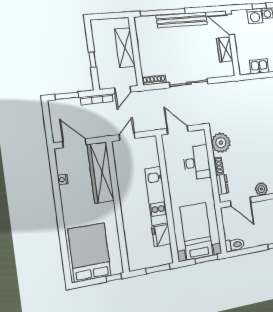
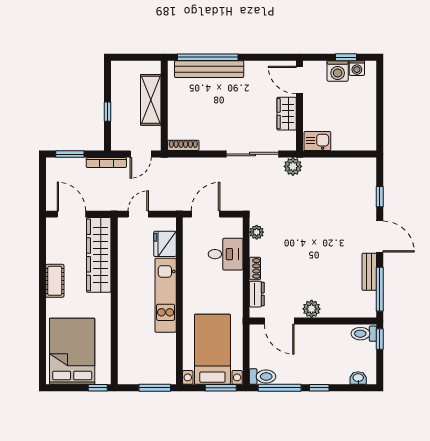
bench: (182, 20) -> (209, 69), moved
kitchen sink: (259, 66) -> (317, 141), moved
sliding door: (189, 83) -> (253, 154), moved
plant: (234, 87) -> (293, 166), added
door: (178, 130) -> (206, 214), hinge flipped
plant: (221, 143) -> (257, 232), width x0.53, depth x0.53
desk: (197, 162) -> (226, 254), width x0.73
nightstand: (63, 180) -> (52, 257), removed
cot: (68, 198) -> (55, 281), added
fridge: (161, 235) -> (165, 244), moved
window: (248, 251) -> (280, 388), added

